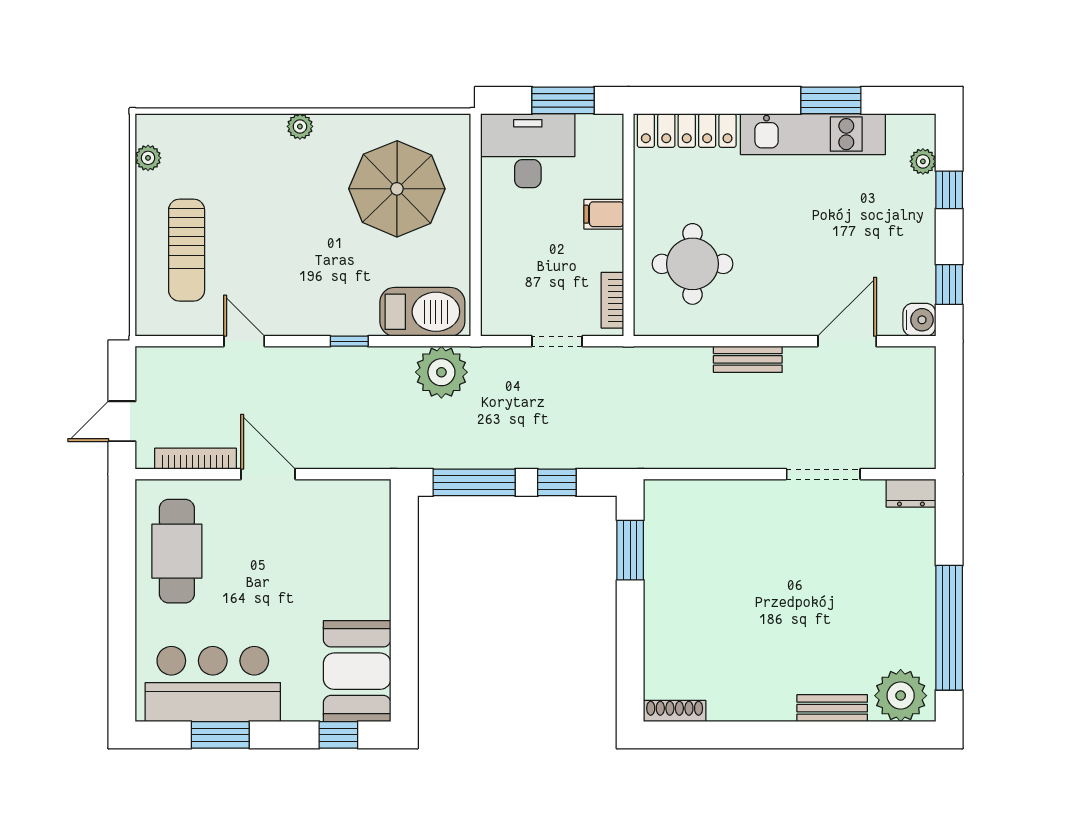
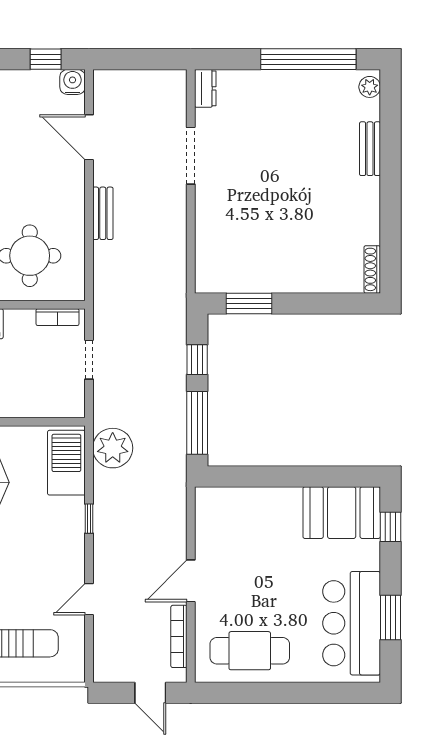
plant: (901, 696) -> (370, 87), width x0.53, depth x0.53

